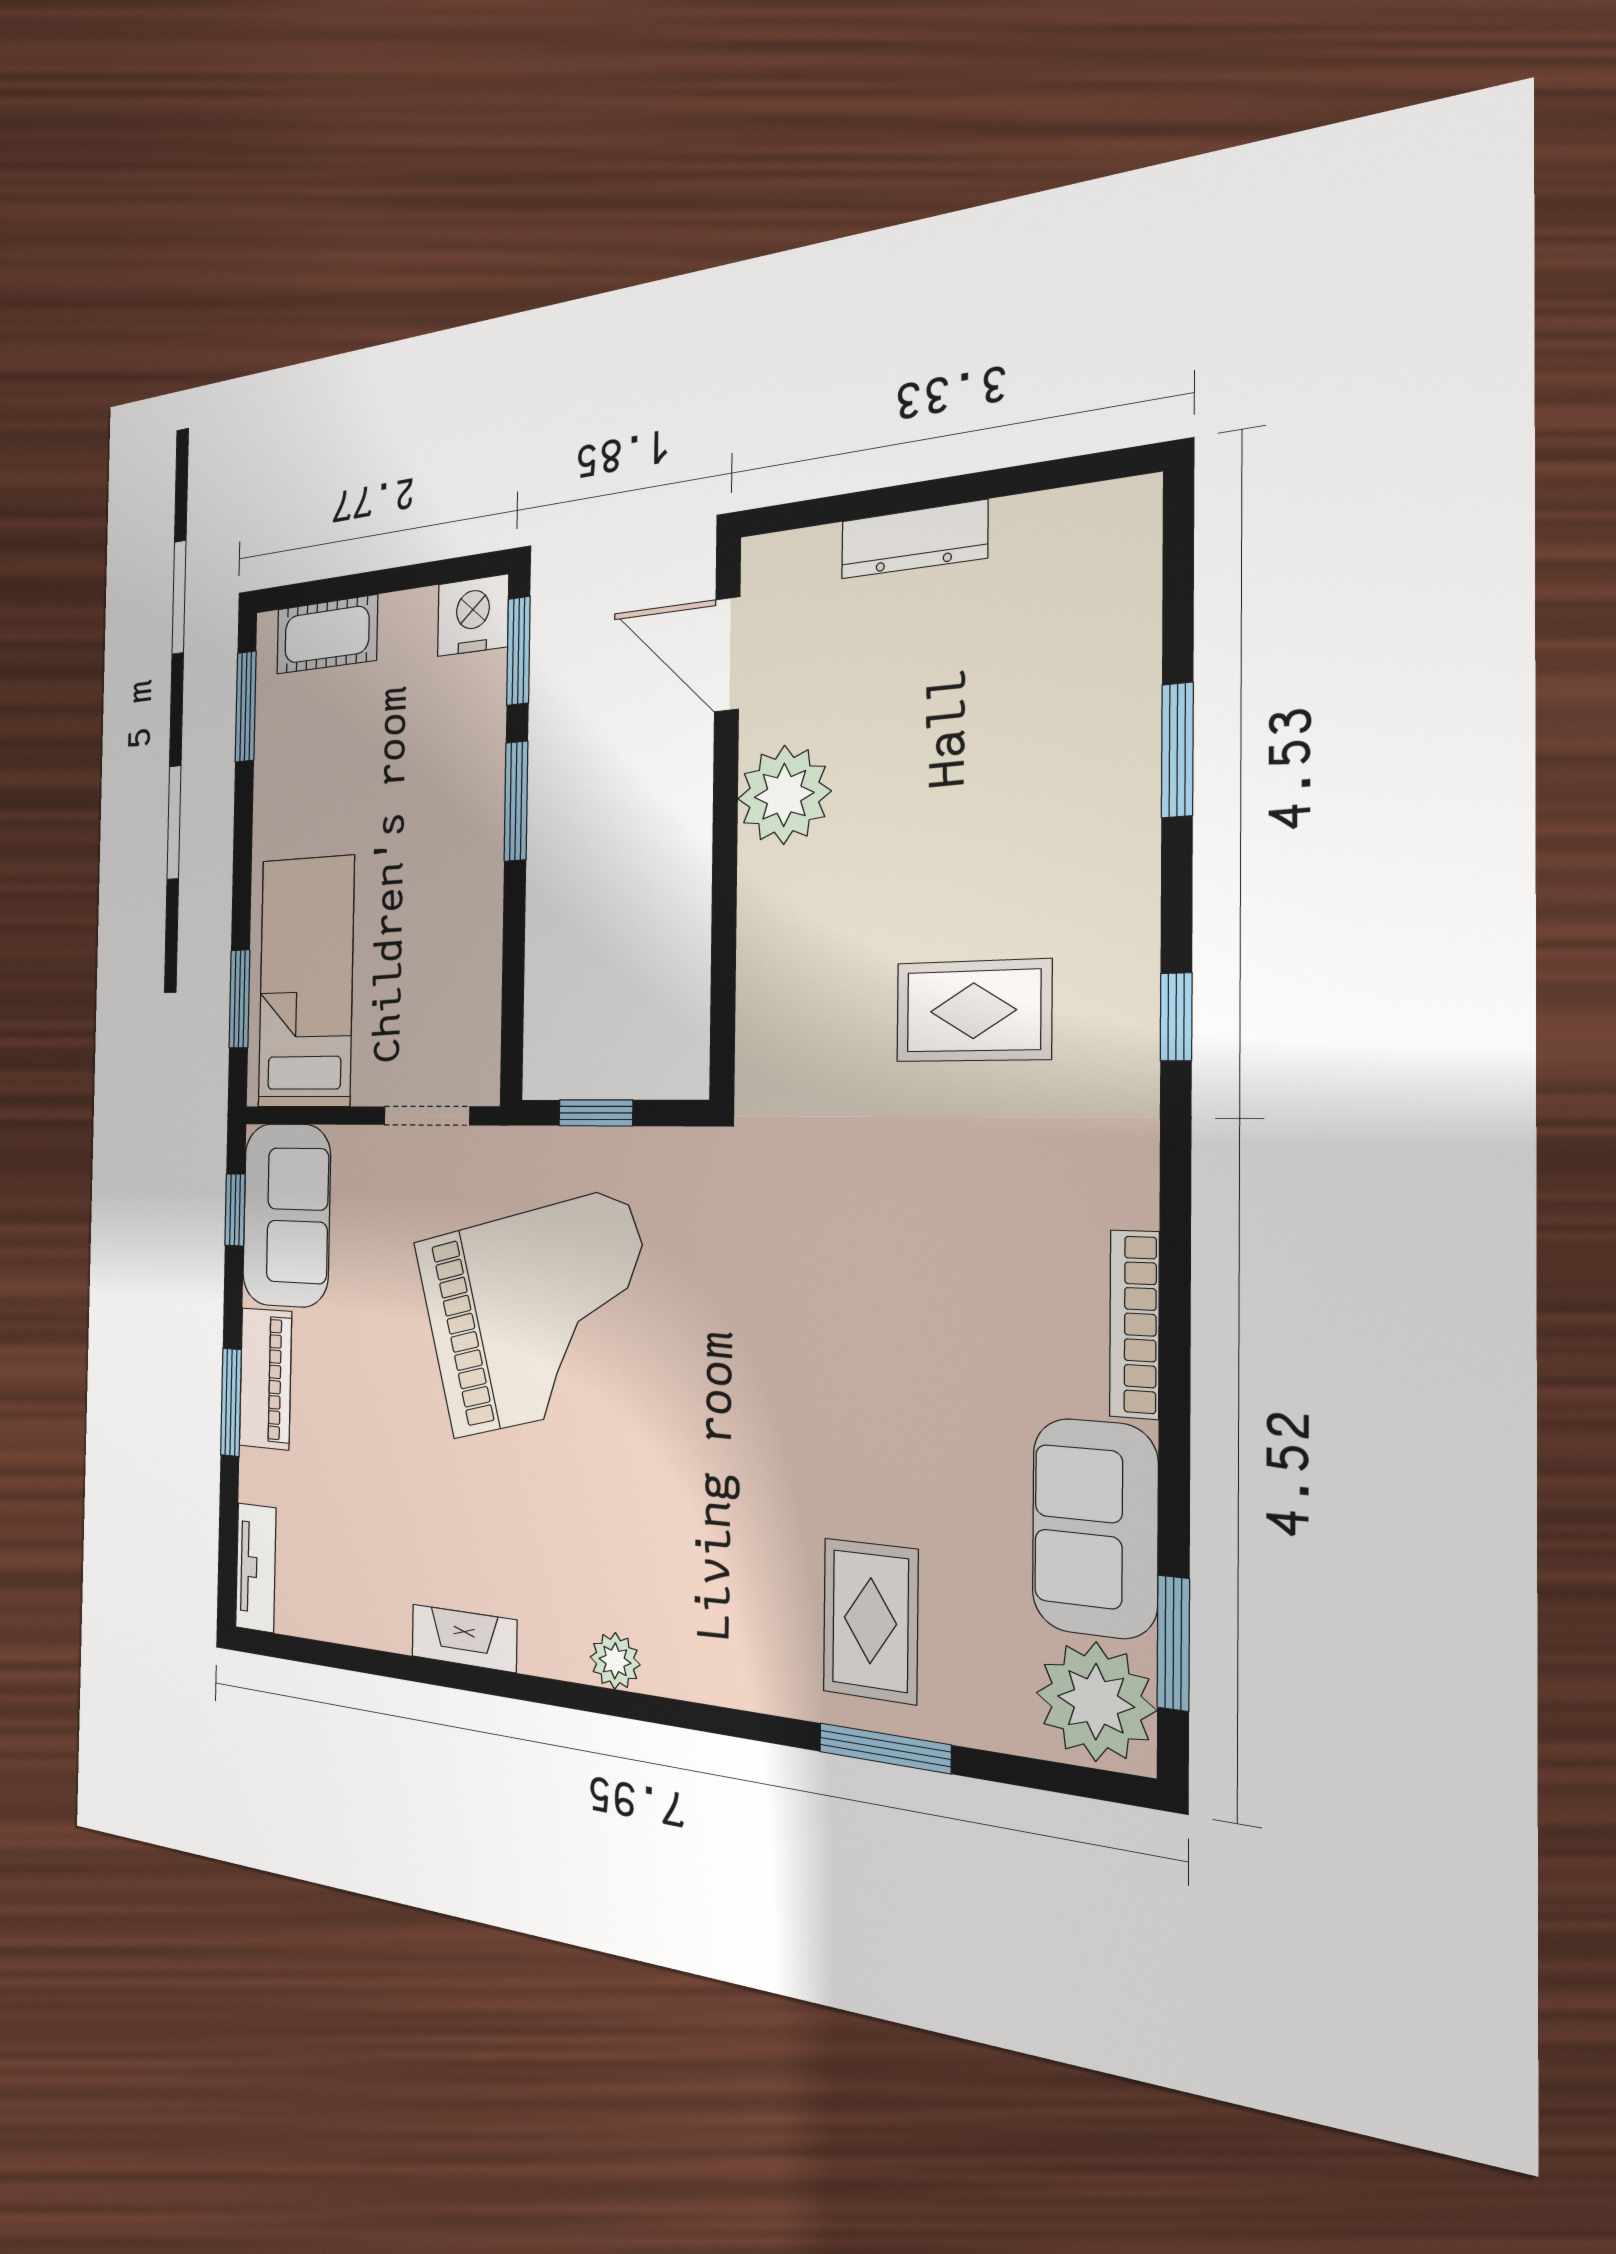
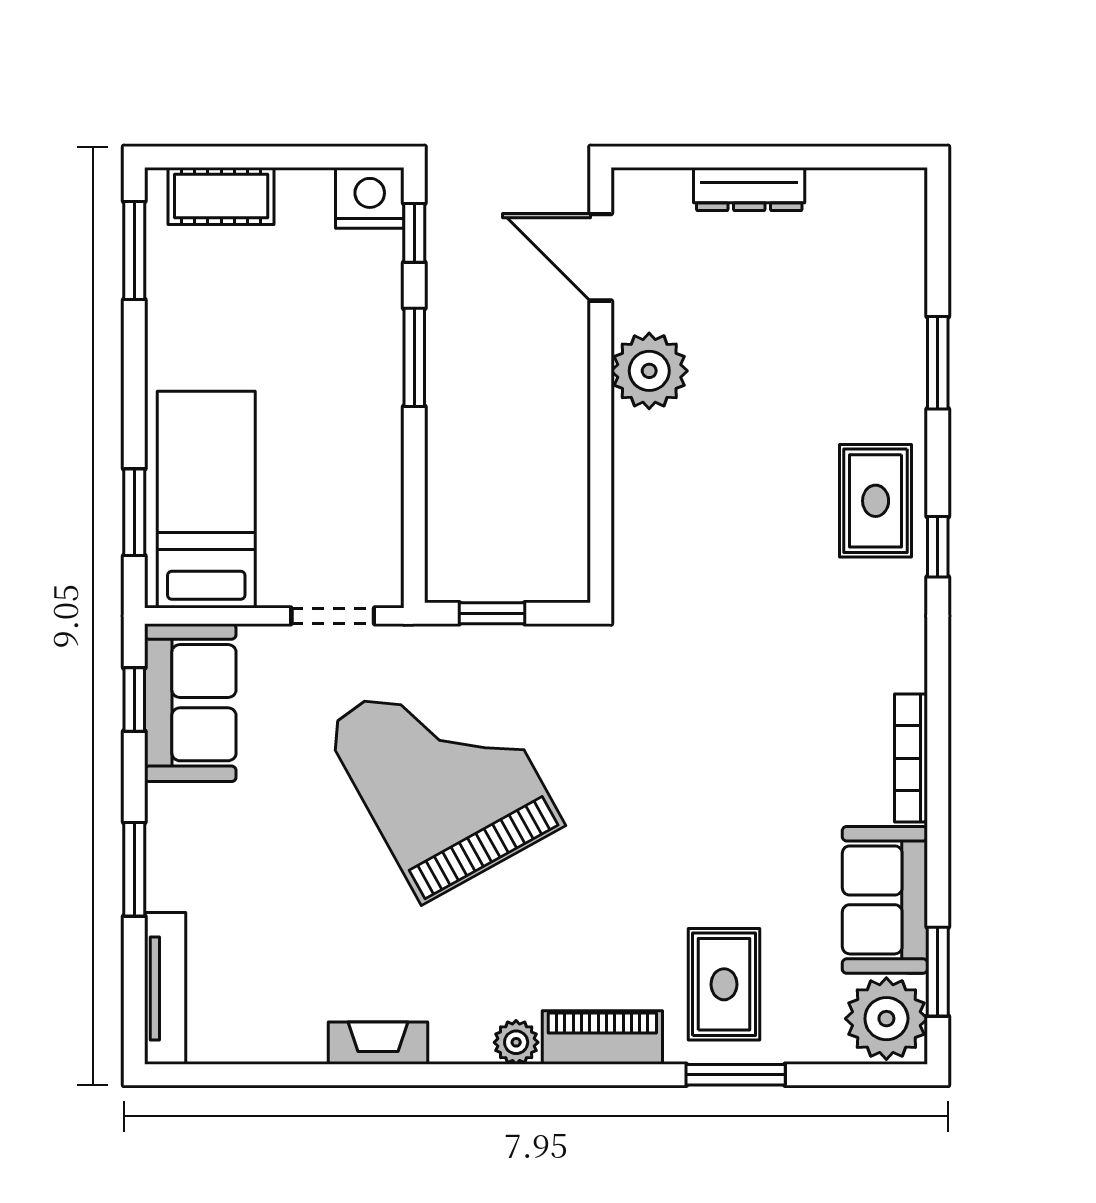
window: (518, 651) -> (414, 233), width x0.67
rug: (973, 1011) -> (876, 501), moved, turned 90
grand piano: (539, 1314) -> (444, 775), turned -104
piano: (265, 1379) -> (602, 1037), moved, turned -90
tv unit: (256, 1568) -> (165, 988), width x1.41

